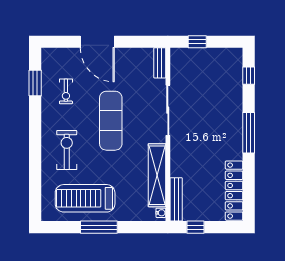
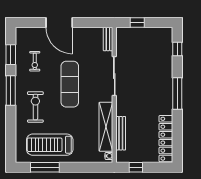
window: (35, 129) -> (11, 90), added
bench: (176, 199) -> (121, 133), moved
window: (99, 227) -> (45, 167), moved

